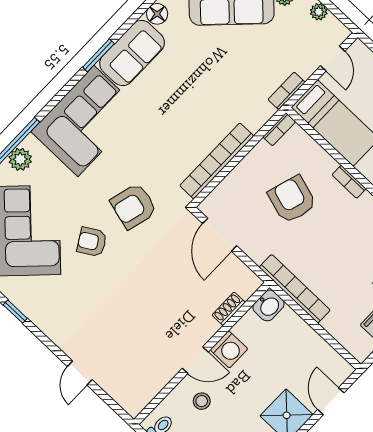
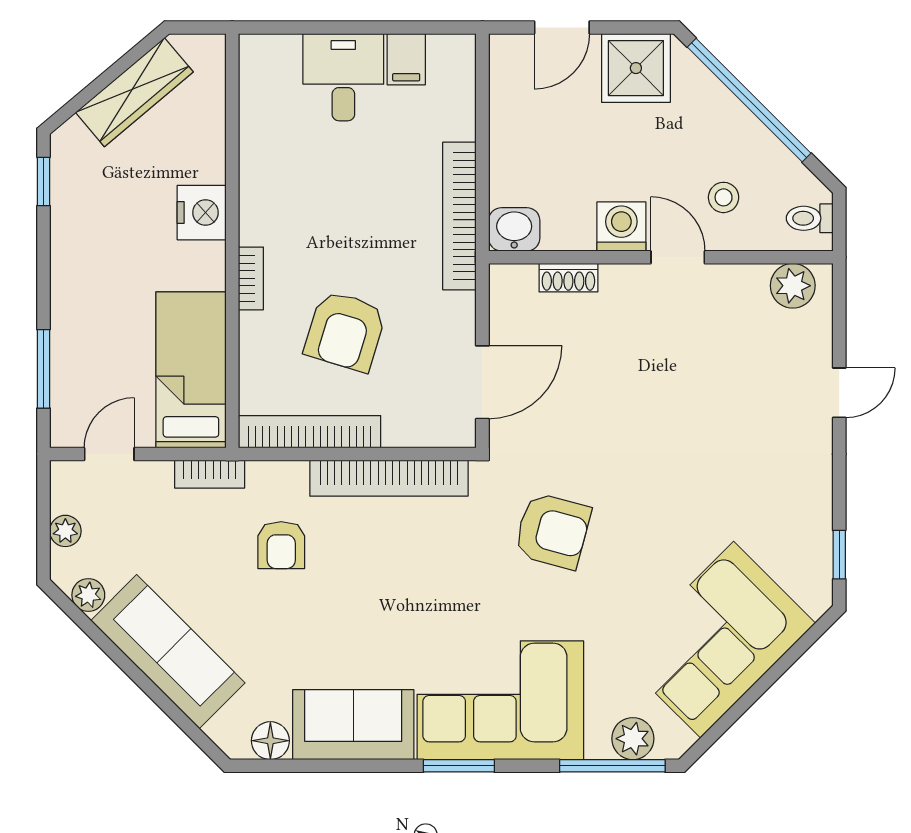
window: (98, 55) -> (459, 766), moved
bookcase: (279, 129) -> (309, 432), width x2.31, depth x1.31
armchair: (92, 242) -> (281, 545), moved, turned 31
plant: (140, 395) -> (793, 286), added

